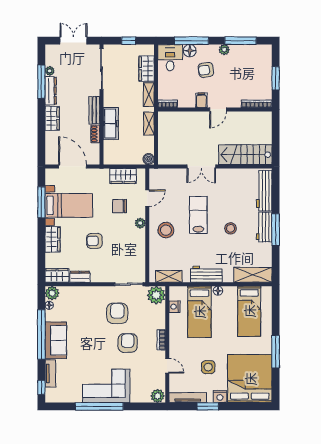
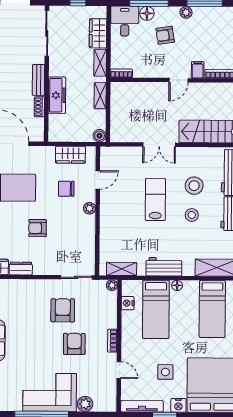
filing cabinet: (201, 100) -> (198, 70), moved
stool: (166, 230) -> (194, 186), moved
plant: (156, 295) -> (112, 285), width x0.53, depth x0.53
plant: (158, 396) -> (85, 404), moved

